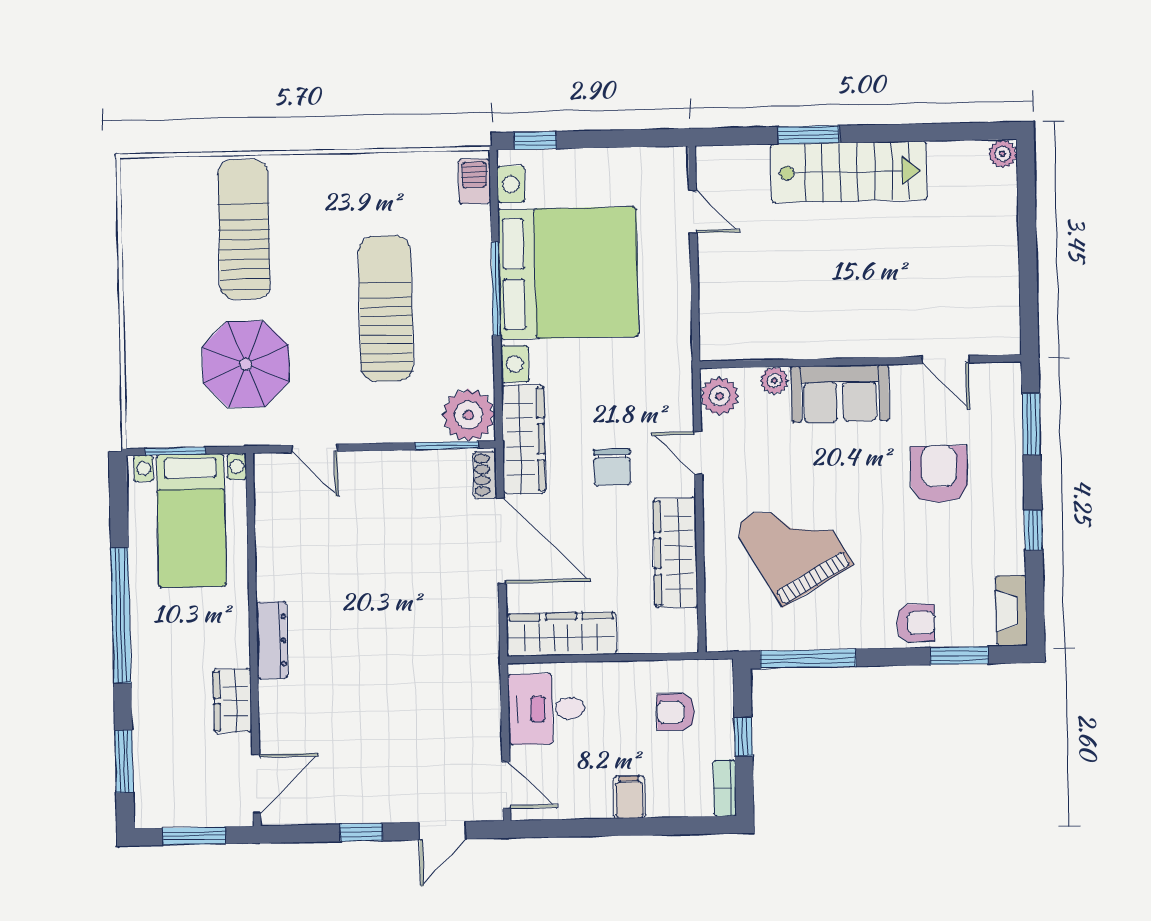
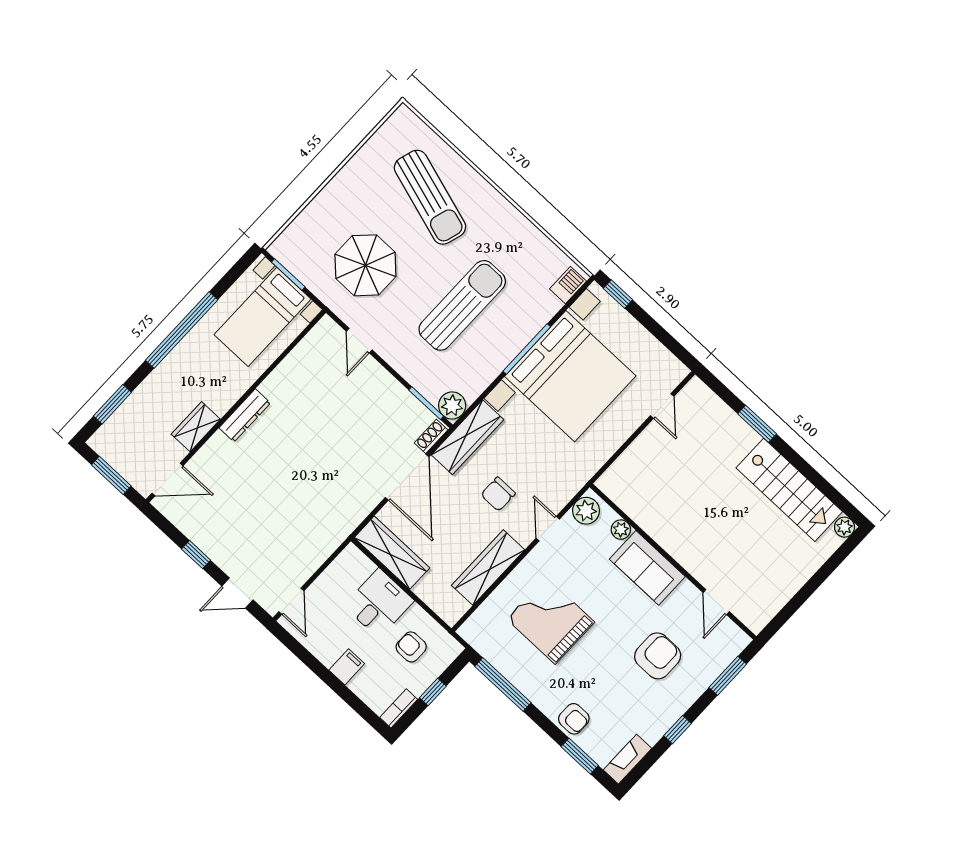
stairs: (849, 172) -> (789, 490), moved
sun lounger: (244, 229) -> (430, 197), turned 107
plant: (469, 415) -> (452, 406), width x0.73, depth x0.73
grand piano: (793, 545) -> (551, 621), turned -60
desk: (546, 709) -> (379, 603), moved, turned 90

